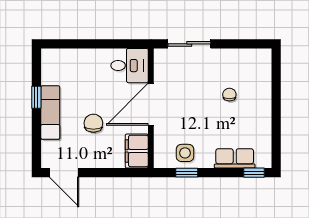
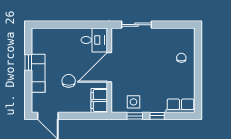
chair: (229, 95) -> (181, 58), moved
row of seats: (235, 158) -> (180, 106), moved
window: (254, 173) -> (157, 116), moved

